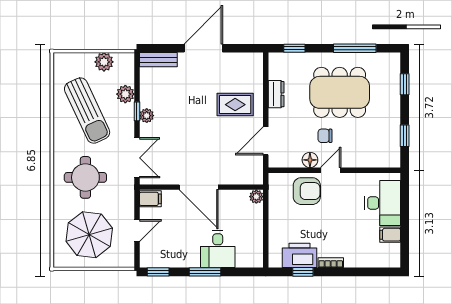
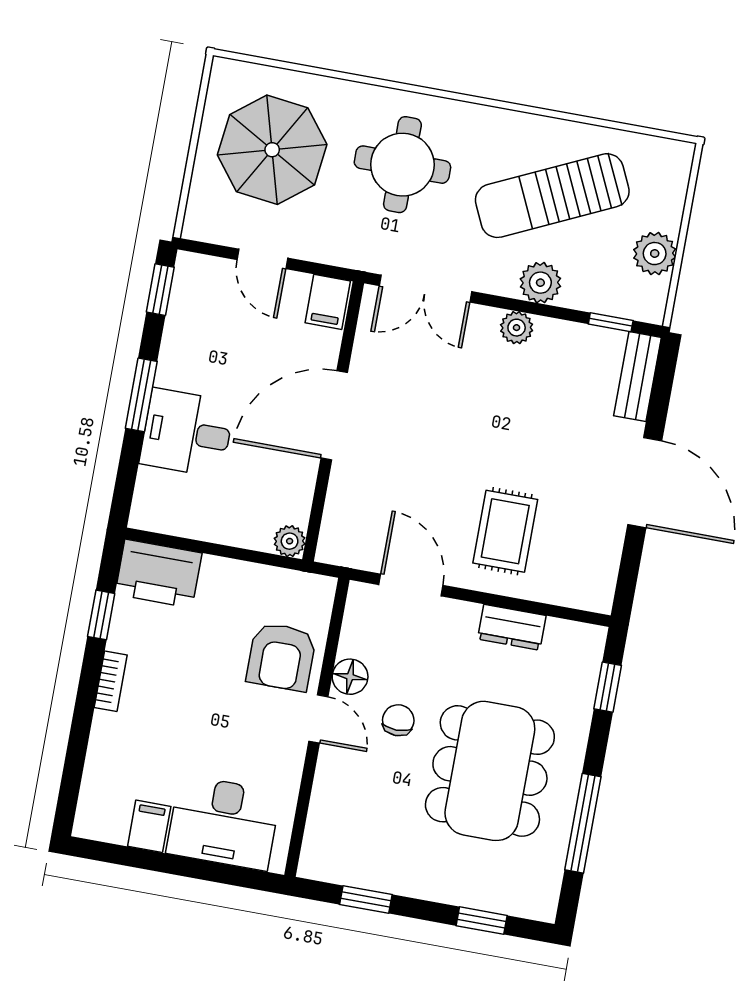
plant: (125, 94) -> (540, 283), moved
window: (137, 111) -> (611, 322), moved
printer: (300, 255) -> (158, 574), moved, turned 90

